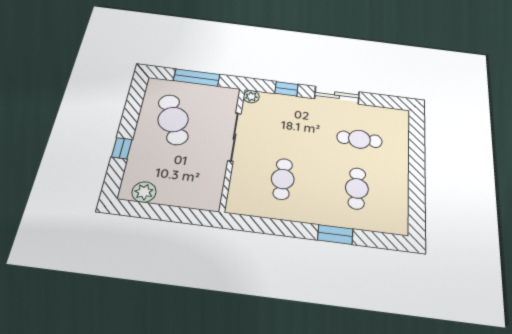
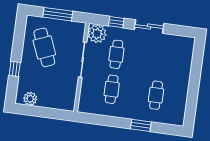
plant: (251, 97) -> (97, 34), width x1.88, depth x1.88
cafe table: (359, 139) -> (116, 54), moved, turned 90

